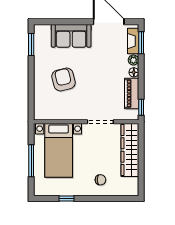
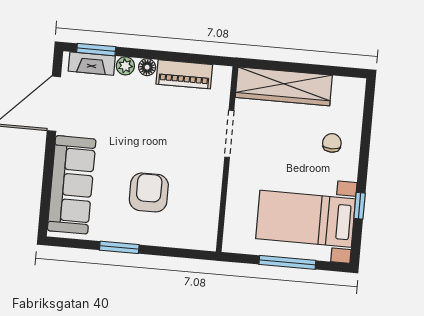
sofa: (71, 36) -> (72, 185), width x1.36
window: (31, 45) -> (119, 247), moved
armchair: (63, 80) -> (149, 192), turned 104
window: (141, 107) -> (210, 60), removed
bed with nightstands: (59, 150) -> (306, 219), moved, turned 180

